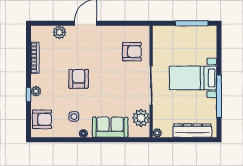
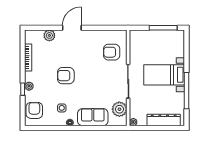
armchair: (132, 52) -> (112, 52), turned 180
armchair: (79, 79) -> (66, 76), turned -90
armchair: (42, 119) -> (34, 110), turned -90

